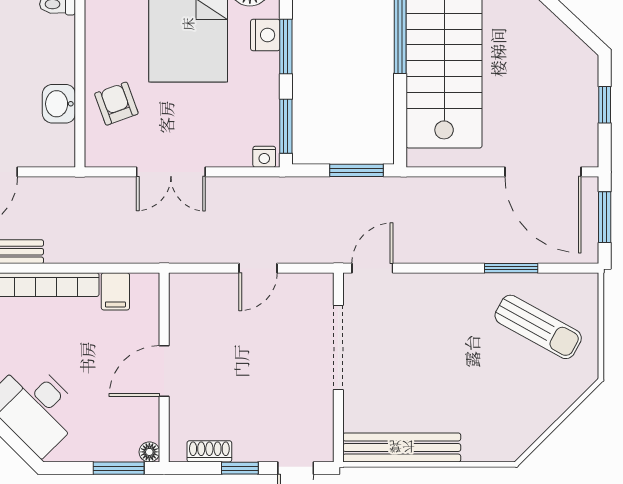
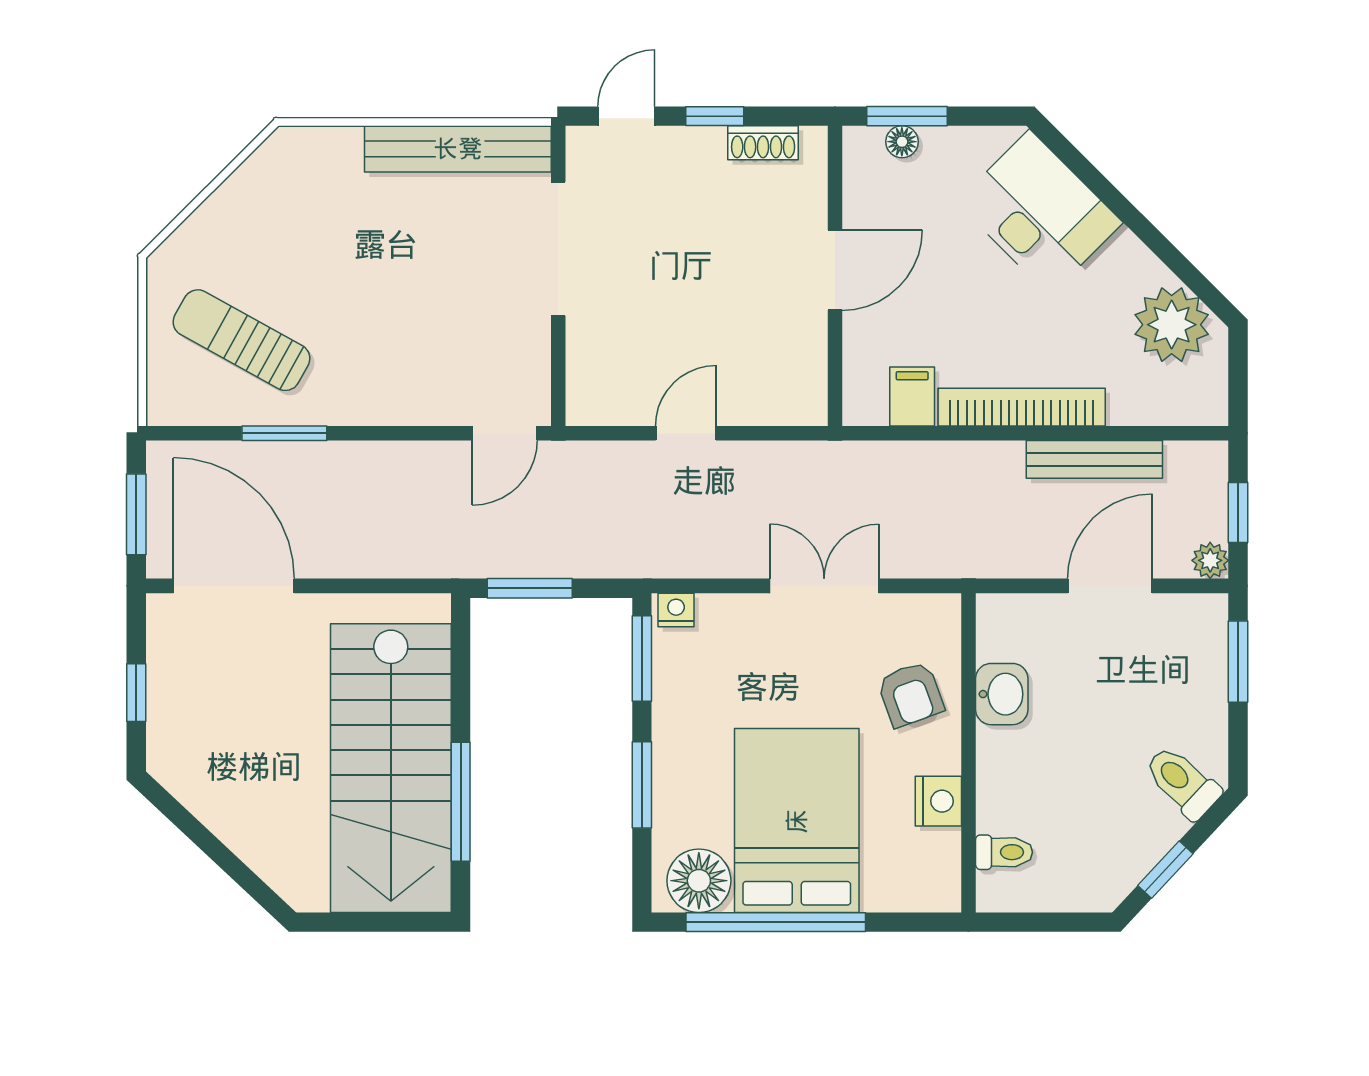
nightstand: (265, 35) -> (938, 801), moved, turned 180
doorway: (338, 348) -> (558, 249), moved
floor lamp: (149, 452) -> (902, 142), moved

